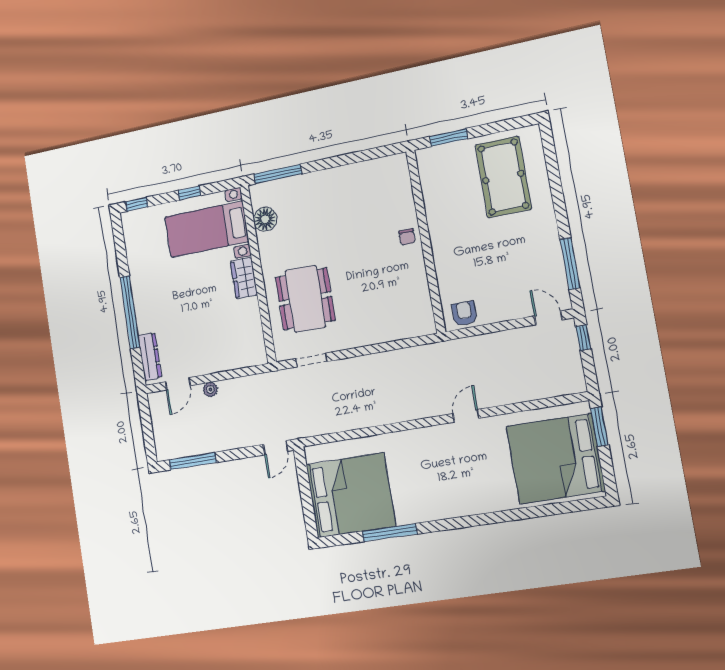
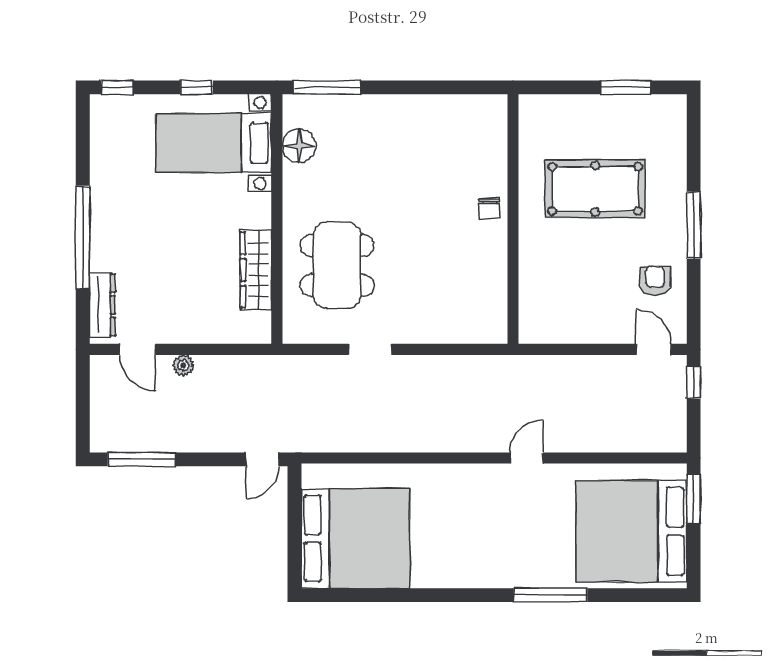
window: (449, 138) -> (625, 87), moved
pool table: (503, 177) -> (595, 189), moved, turned 90
window: (570, 264) -> (694, 225), moved
wardrobe: (244, 278) -> (256, 270), moved, width x1.50
armchair: (464, 313) -> (655, 281), moved
doorway: (311, 360) -> (370, 349), moved
door: (178, 384) -> (137, 349), hinge flipped
window: (390, 533) -> (550, 595), moved

